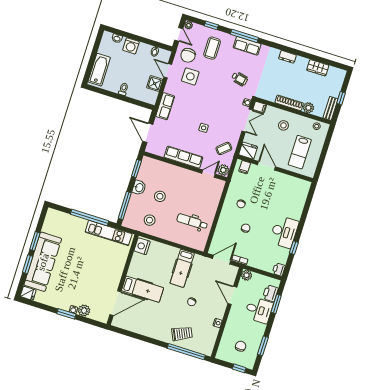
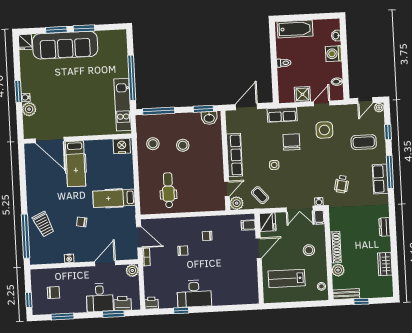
chair: (188, 55) -> (291, 142), moved, turned 90
door: (209, 174) -> (227, 189), hinge flipped
washbasin: (139, 188) -> (209, 118), moved

